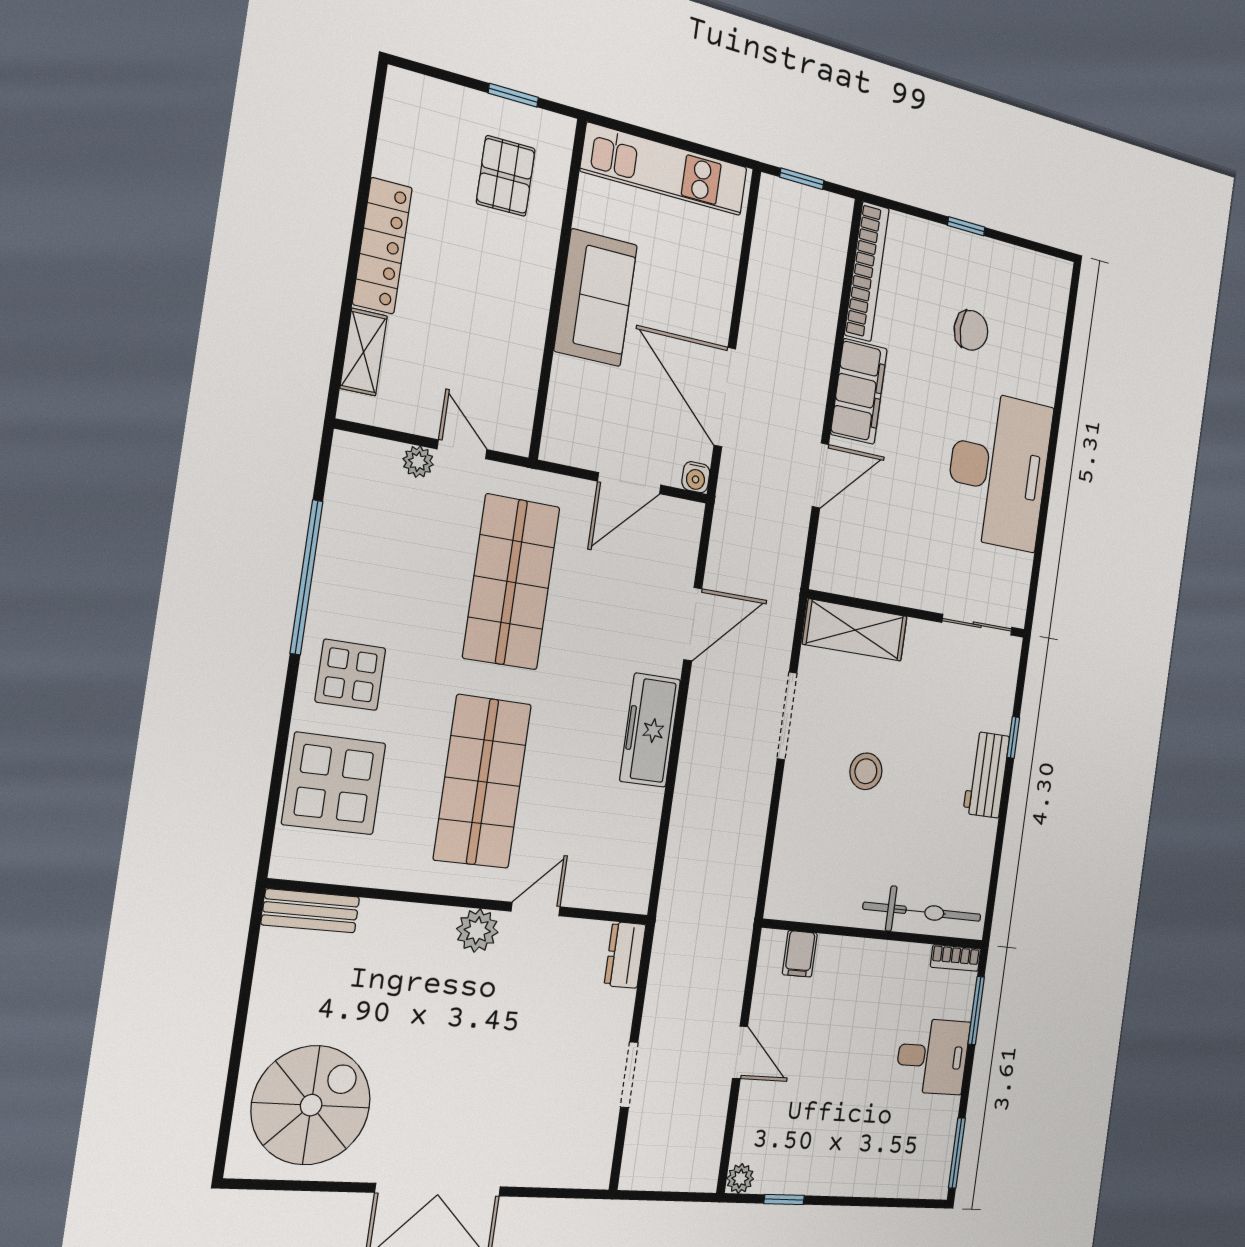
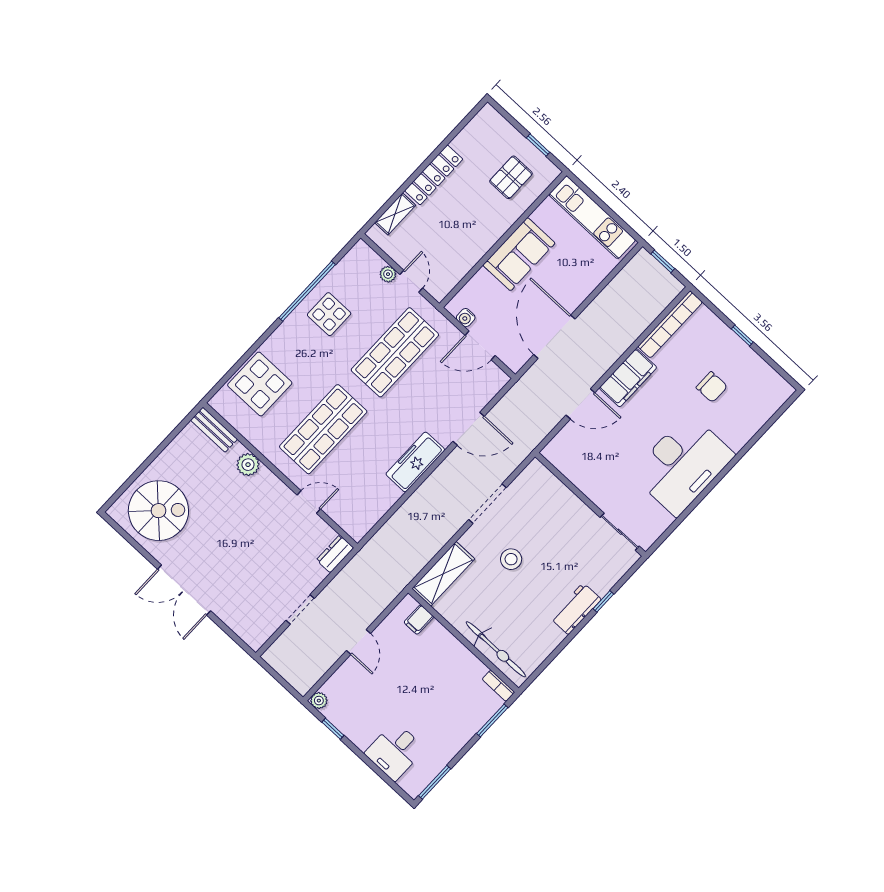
water cooler: (696, 477) -> (466, 318), moved
shelving: (855, 630) -> (443, 574), moved, turned 90
display table: (350, 675) -> (329, 314), moved
plant: (477, 930) -> (248, 465), moved
desk: (933, 1056) -> (395, 751), moved, turned 90

